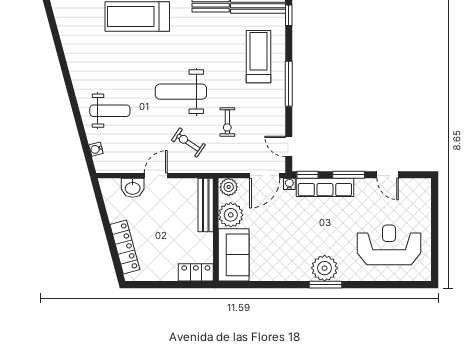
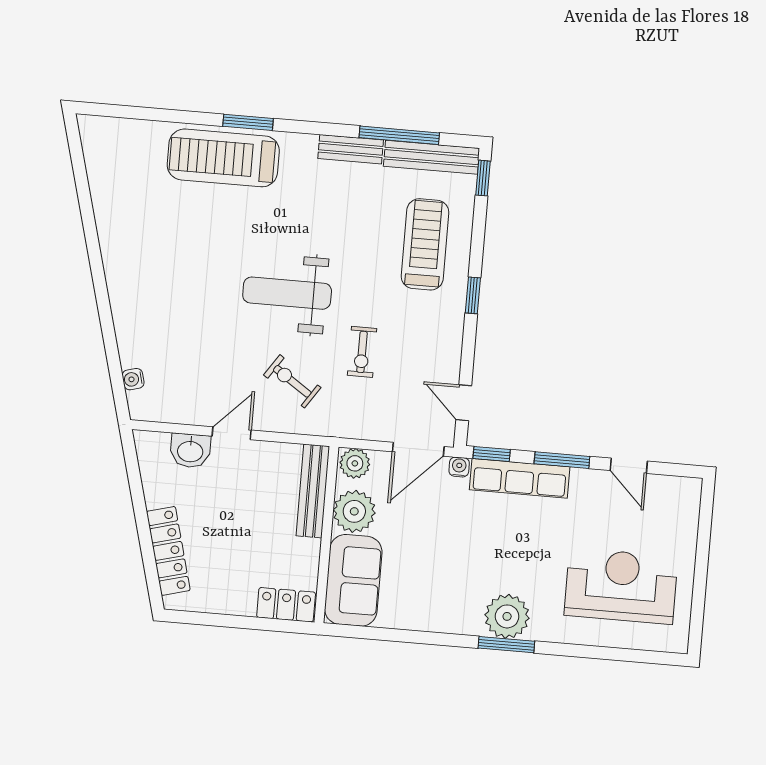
window: (289, 84) -> (473, 295), width x0.46
weight bench: (110, 111) -> (163, 315), removed

